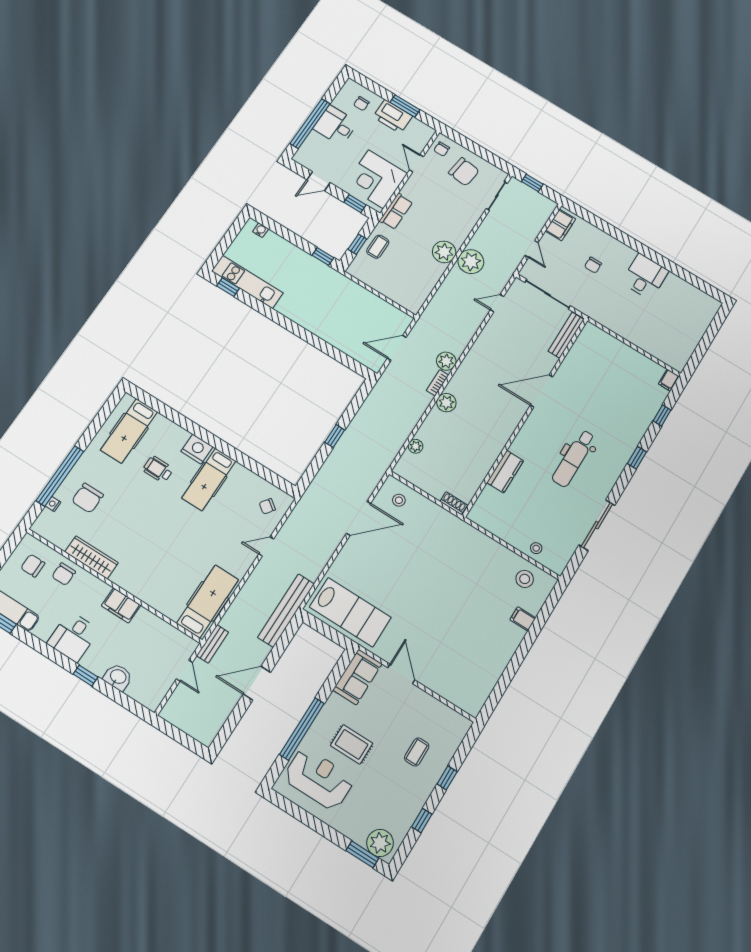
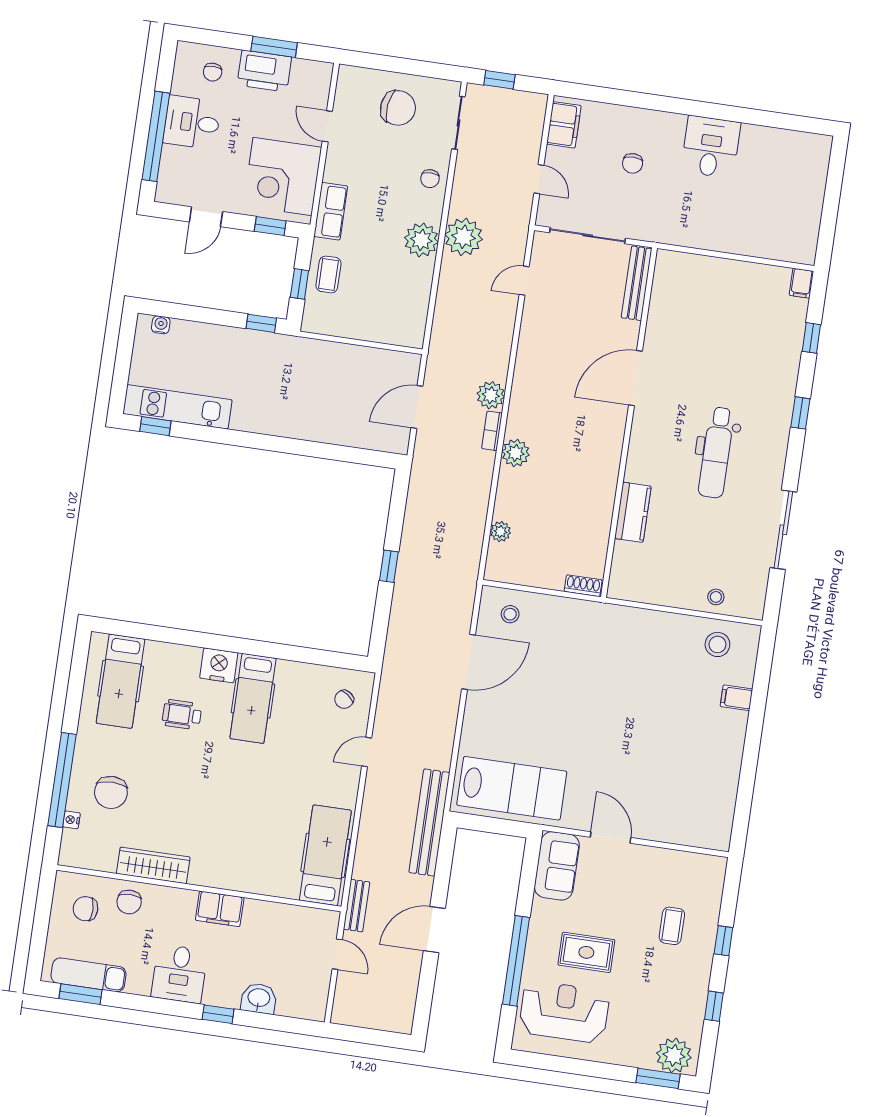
chair: (442, 149) -> (430, 179), moved

